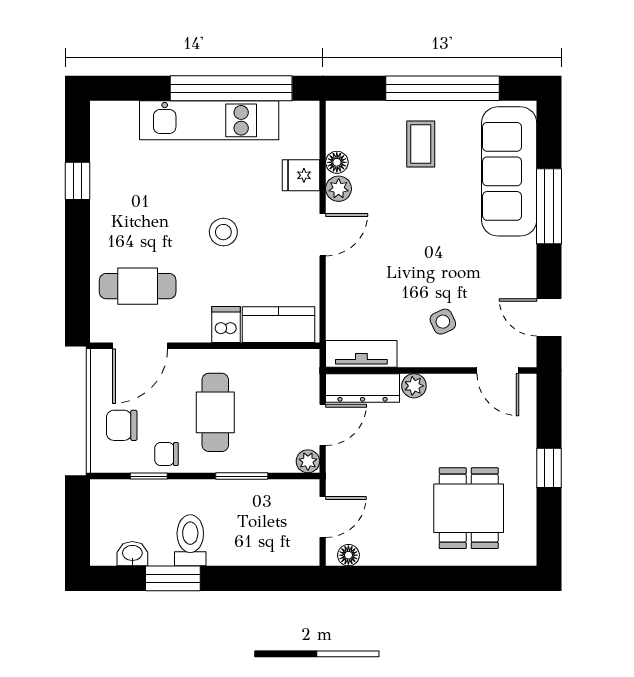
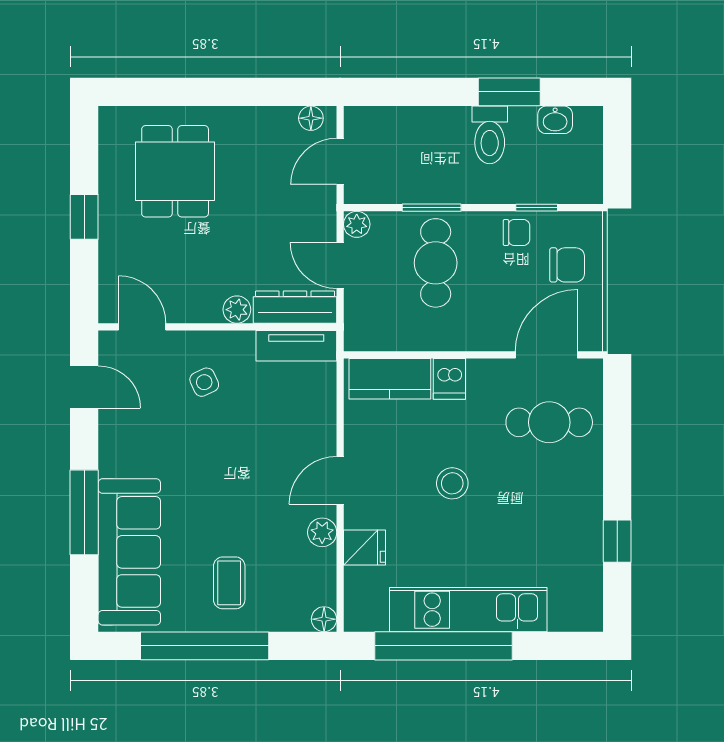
floor lamp: (337, 162) -> (324, 619), moved
cafe table: (215, 412) -> (436, 263), moved
door: (323, 425) -> (340, 266), hinge flipped

